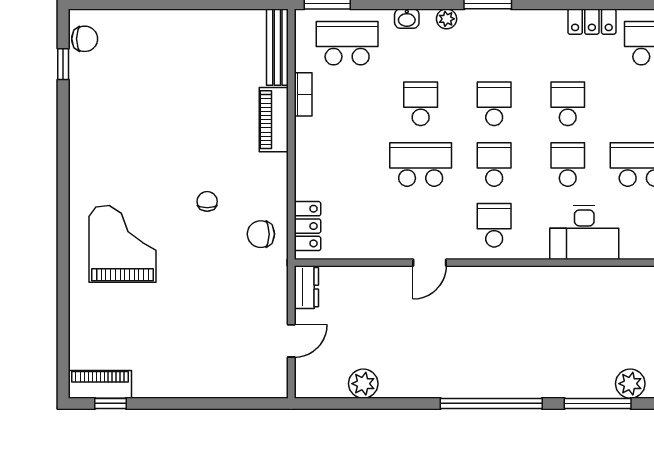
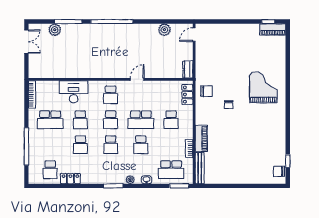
school desk: (347, 165) -> (171, 120), added
grand piano: (122, 244) -> (263, 87), turned 180
door: (291, 341) -> (194, 35), moved

